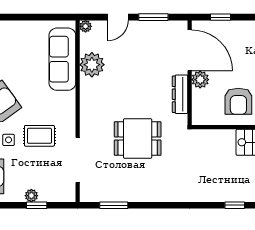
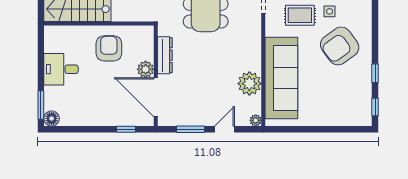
sofa: (62, 59) -> (281, 78), width x1.36, depth x1.27

